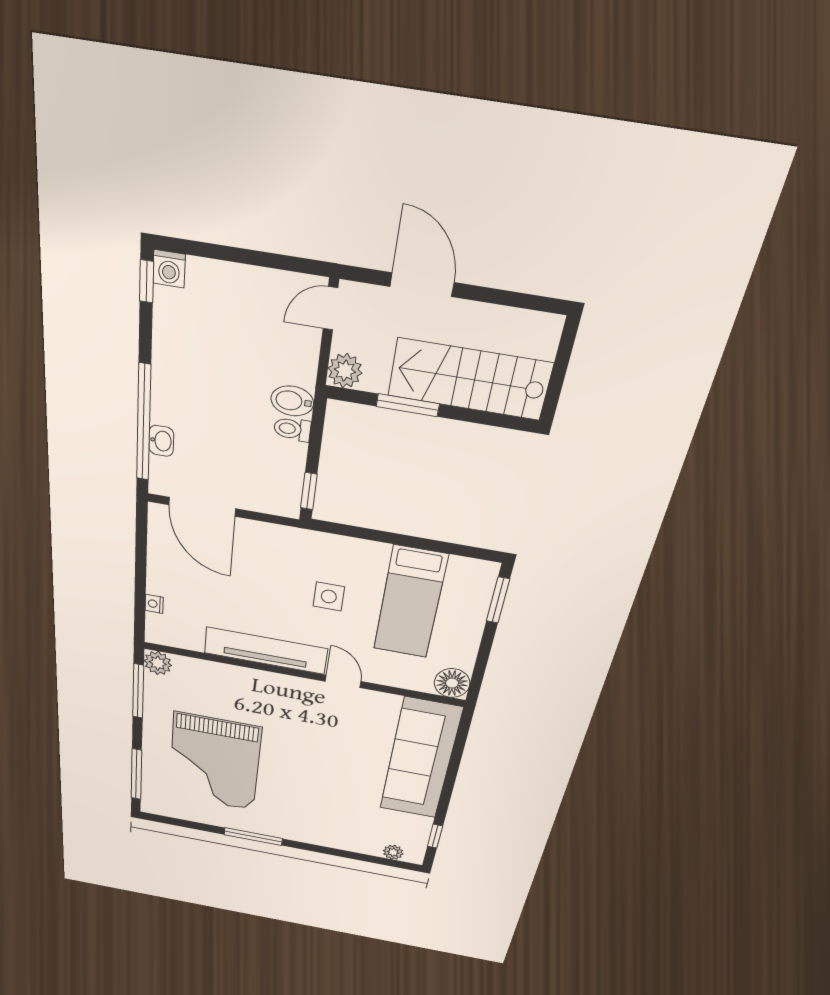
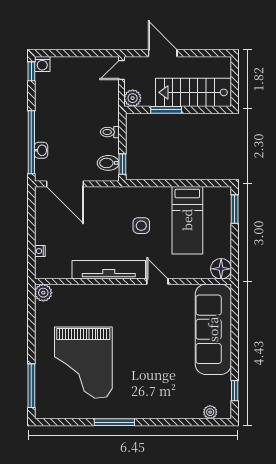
bidet: (292, 401) -> (108, 163), moved
window: (138, 691) -> (31, 317), removed

